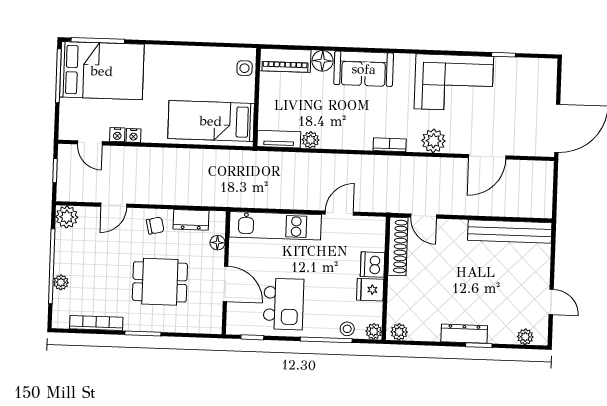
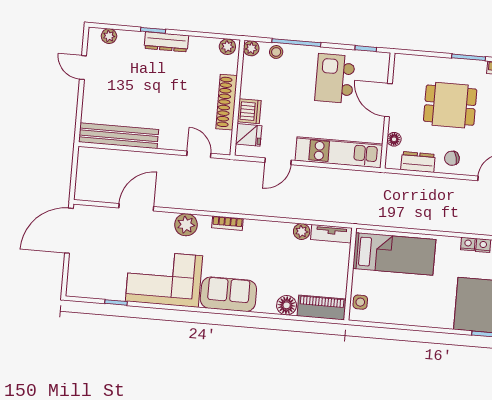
sofa: (364, 69) -> (228, 294), moved
shoe rack: (398, 246) -> (227, 102), moved
fridge: (370, 290) -> (249, 135), moved

